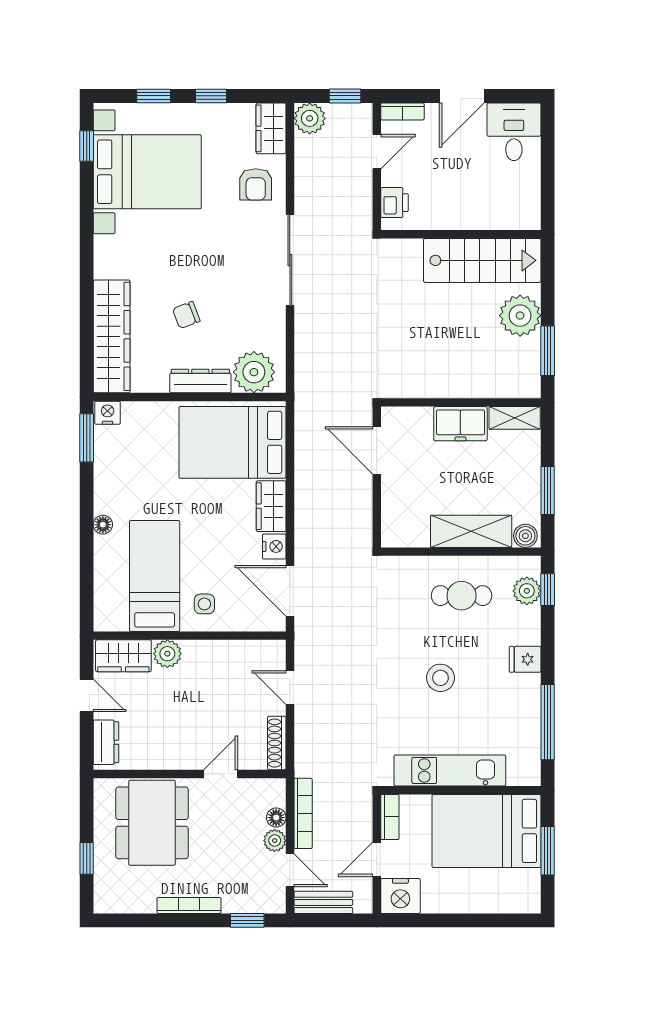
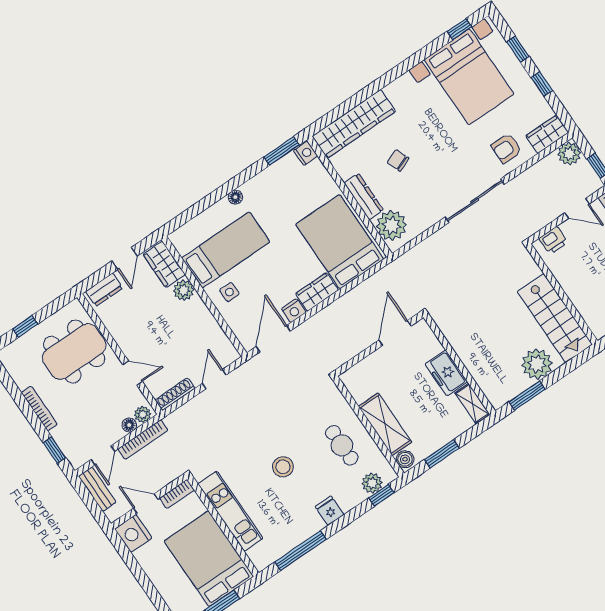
plant: (275, 841) -> (143, 414), moved

